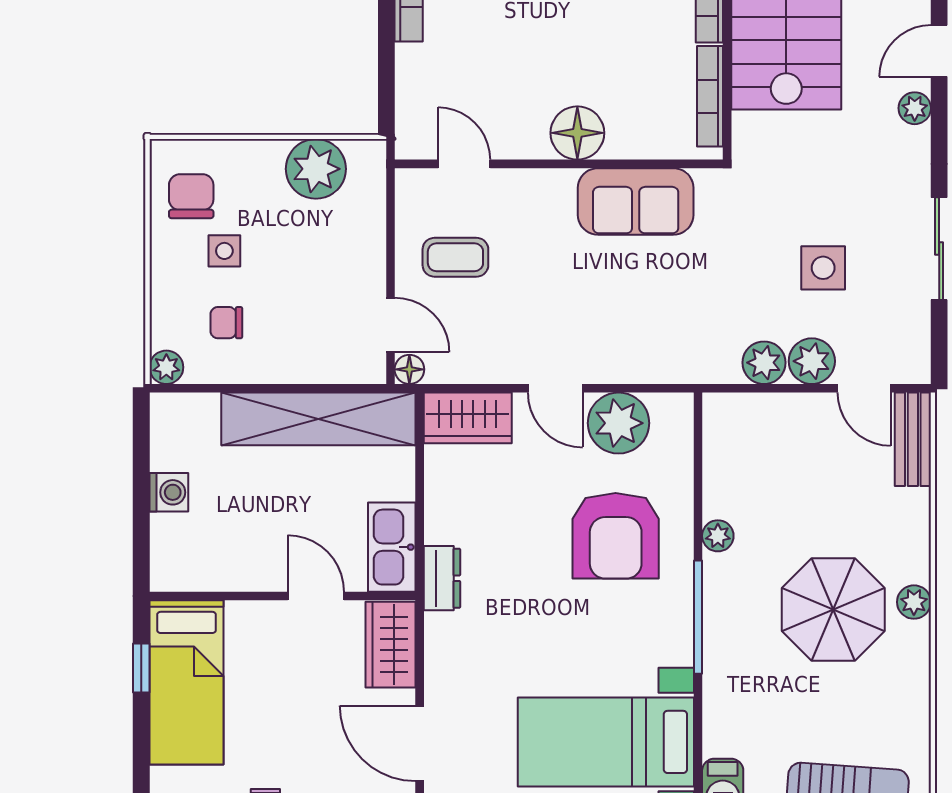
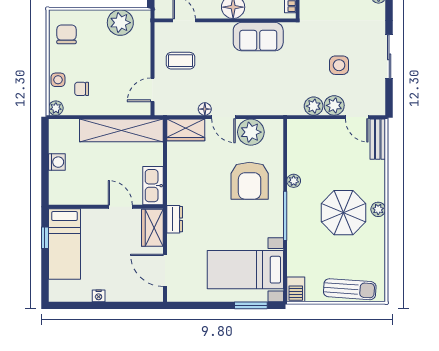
side table: (224, 251) -> (58, 80), moved
door: (391, 325) -> (152, 90), swing flipped
floor lamp: (409, 369) -> (205, 109), moved
dresser: (442, 578) -> (175, 219), moved

